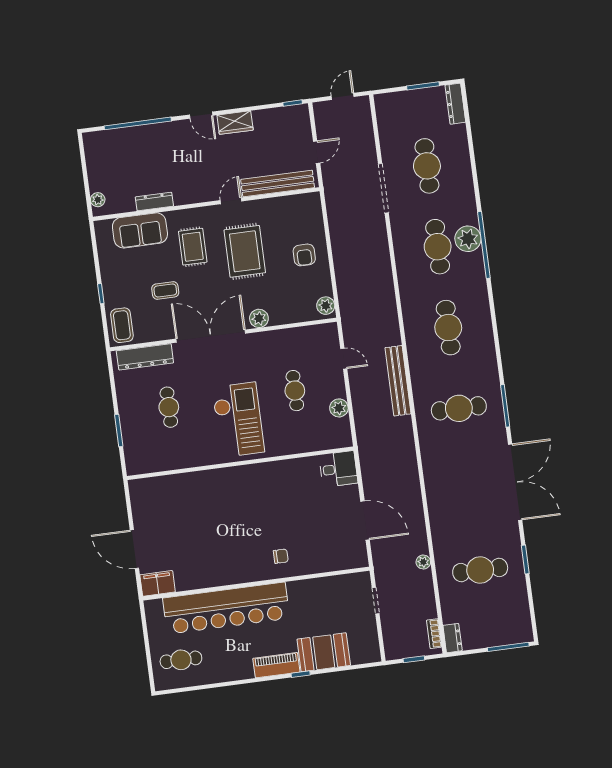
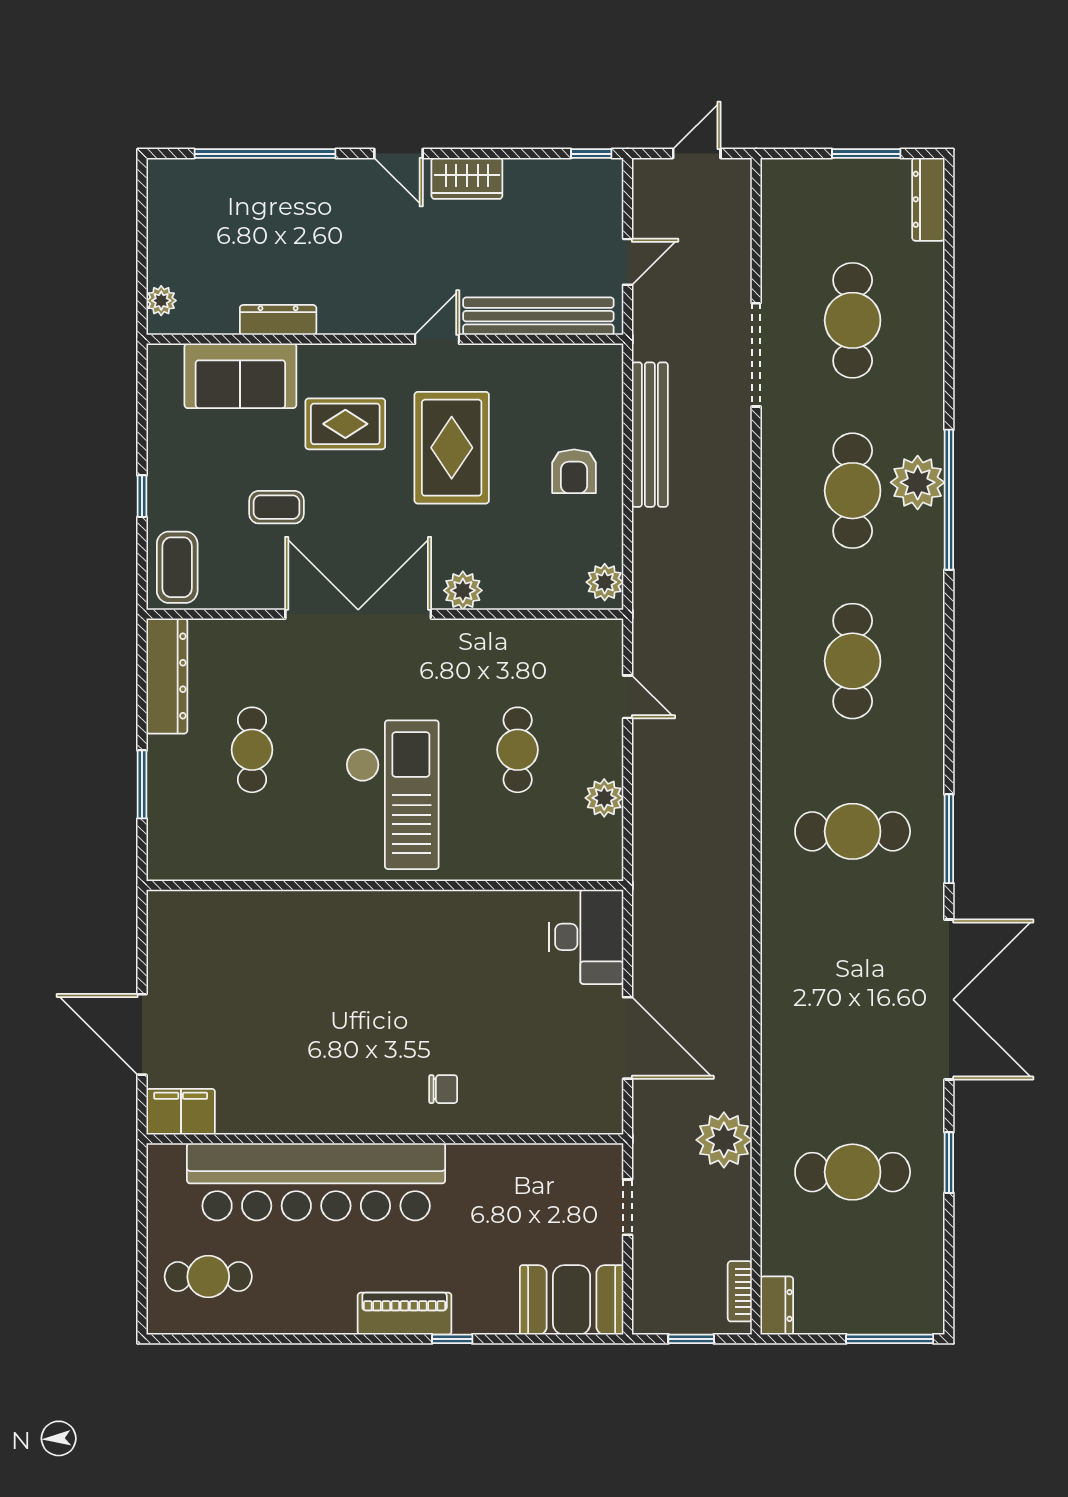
rug: (193, 247) -> (345, 424), turned 90
dresser: (145, 357) -> (167, 676), moved, turned -90
bench: (398, 381) -> (650, 435), moved
desk: (338, 469) -> (586, 937), width x1.37
plant: (423, 562) -> (724, 1140), width x1.87, depth x1.87
booth: (324, 652) -> (572, 1300), moved

